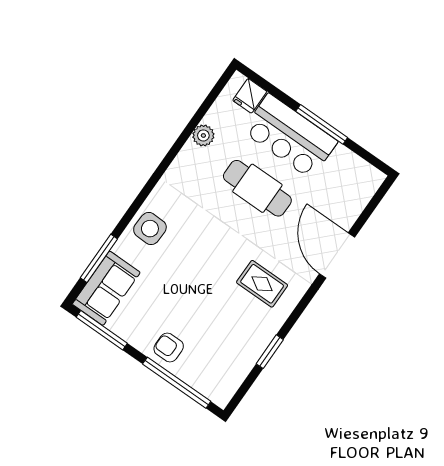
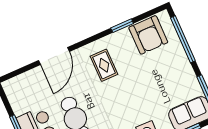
armchair: (169, 347) -> (148, 35), moved, width x1.88, depth x1.88

